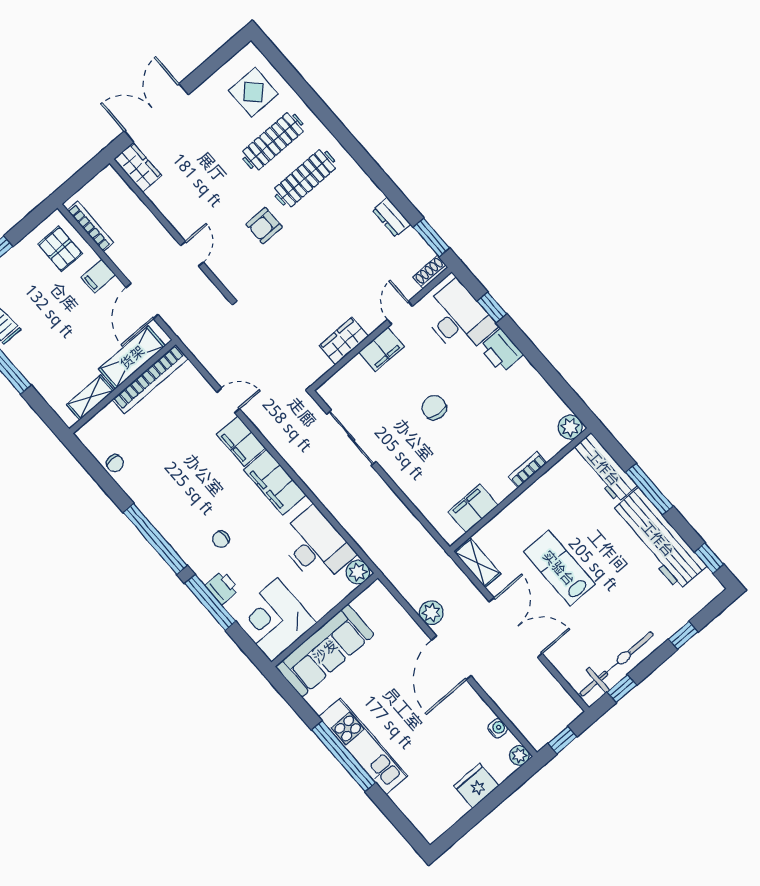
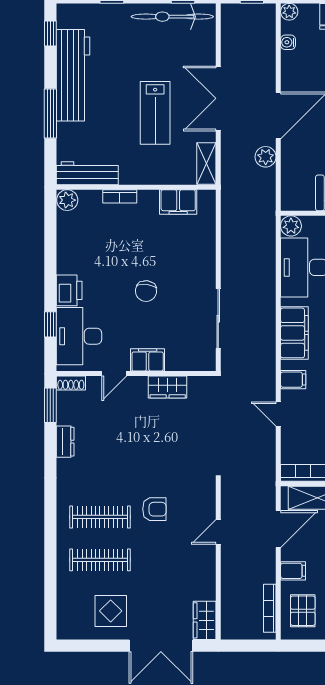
display table: (253, 92) -> (111, 611), moved
filing cabinet: (241, 441) -> (293, 380), width x0.50
workbench: (604, 468) -> (87, 173), moved, turned -90

